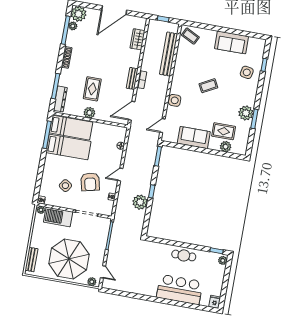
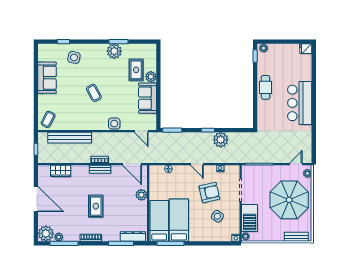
rug: (92, 89) -> (96, 206), moved, turned 90
plant: (89, 113) -> (141, 195), moved
plant: (226, 147) -> (151, 77), moved
bar counter: (180, 289) -> (300, 103), moved

